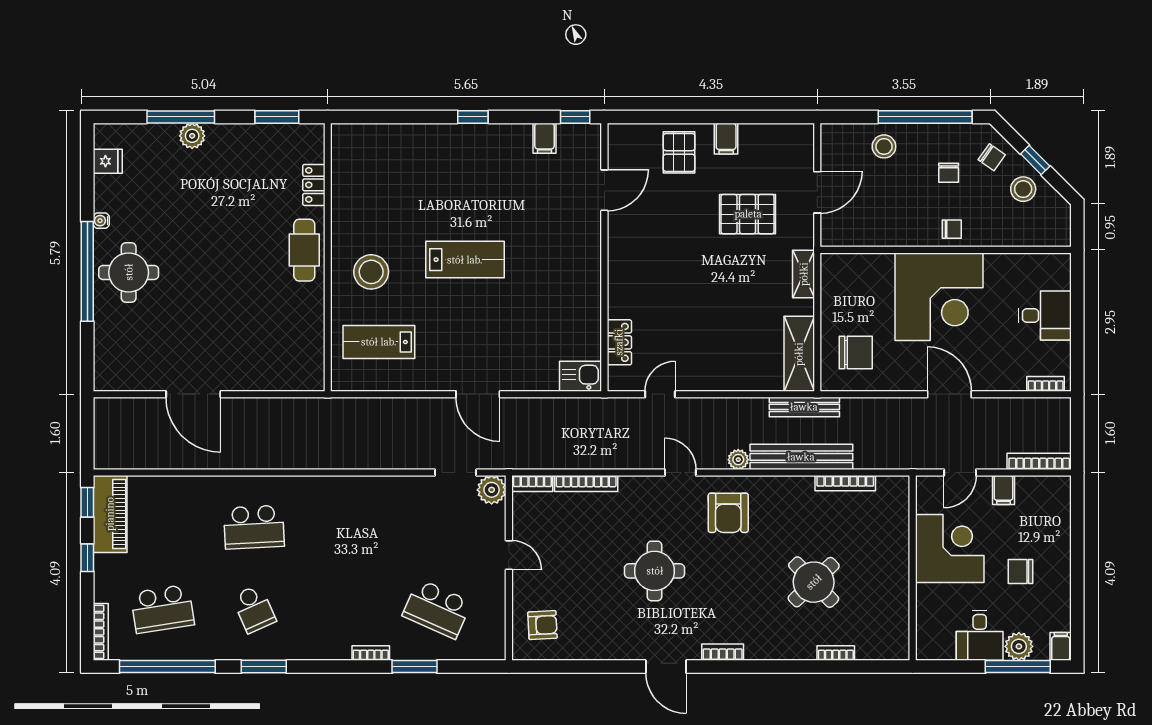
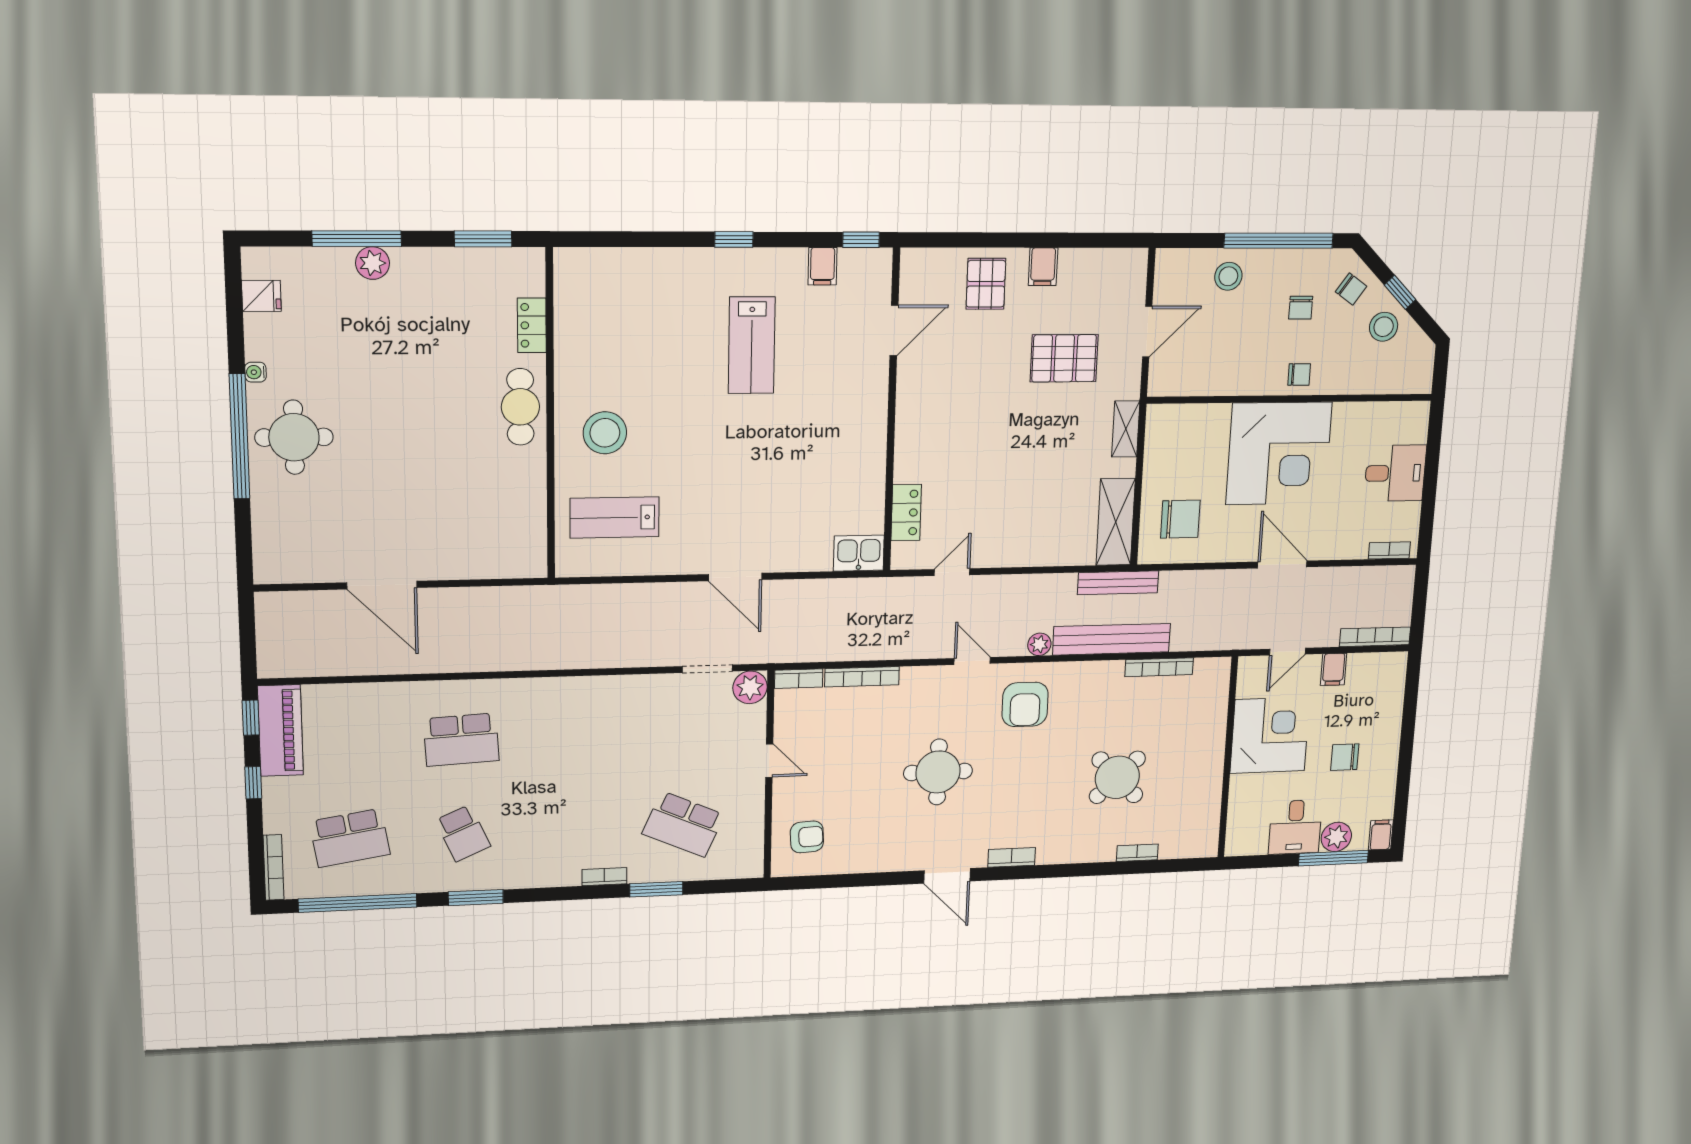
lab bench: (465, 260) -> (752, 345), moved, turned 90

